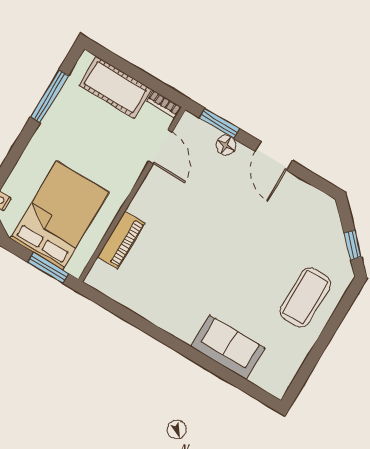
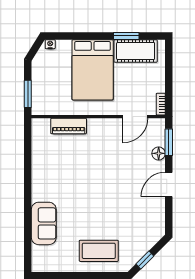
cot: (115, 87) -> (136, 51), moved, turned 90
window: (49, 96) -> (126, 36), width x0.69
bed: (60, 215) -> (93, 70), moved, turned 90

